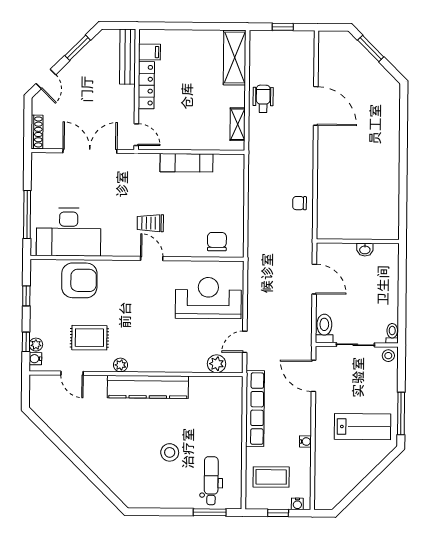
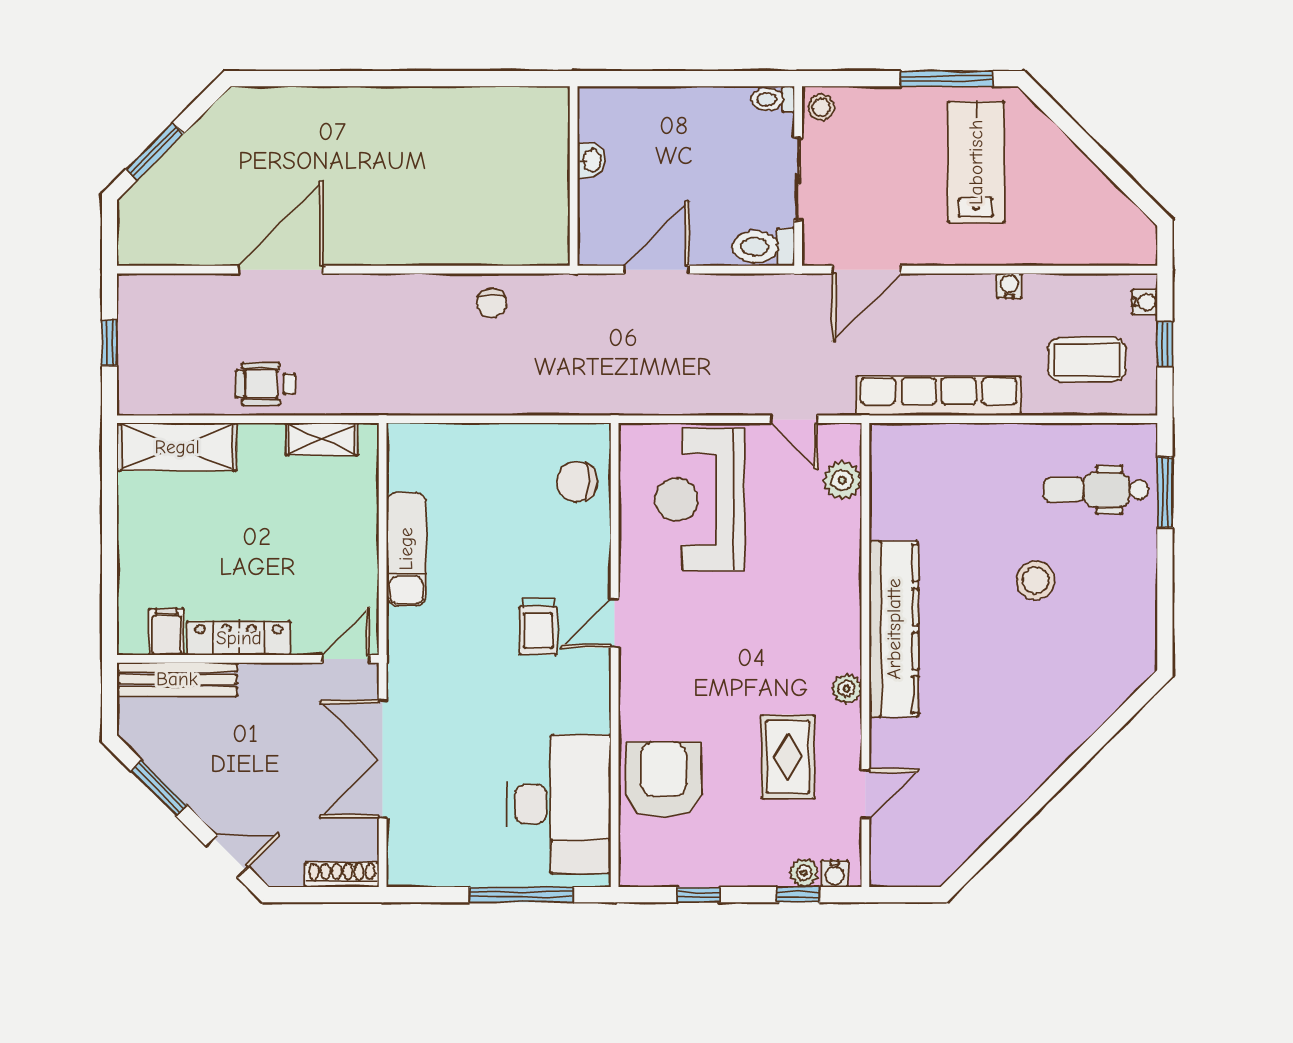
coffee table: (271, 477) -> (1087, 360), turned 90

